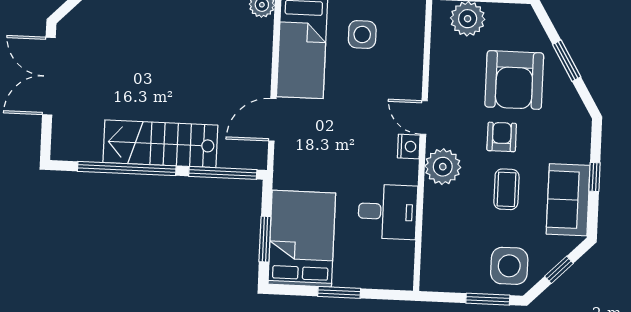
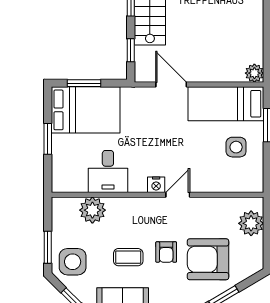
armchair: (502, 137) -> (166, 252), turned 90
plant: (443, 167) -> (92, 210), moved
window: (223, 173) -> (131, 50), width x0.46

